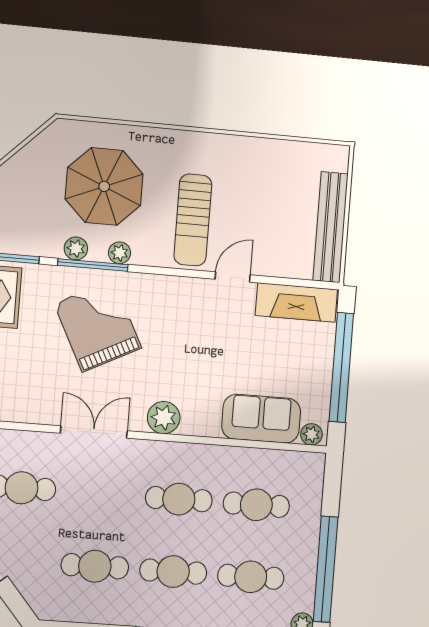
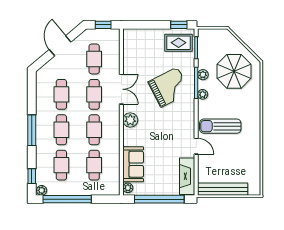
parasol: (104, 186) -> (234, 71), moved
cafe table: (101, 494) -> (94, 94), added

